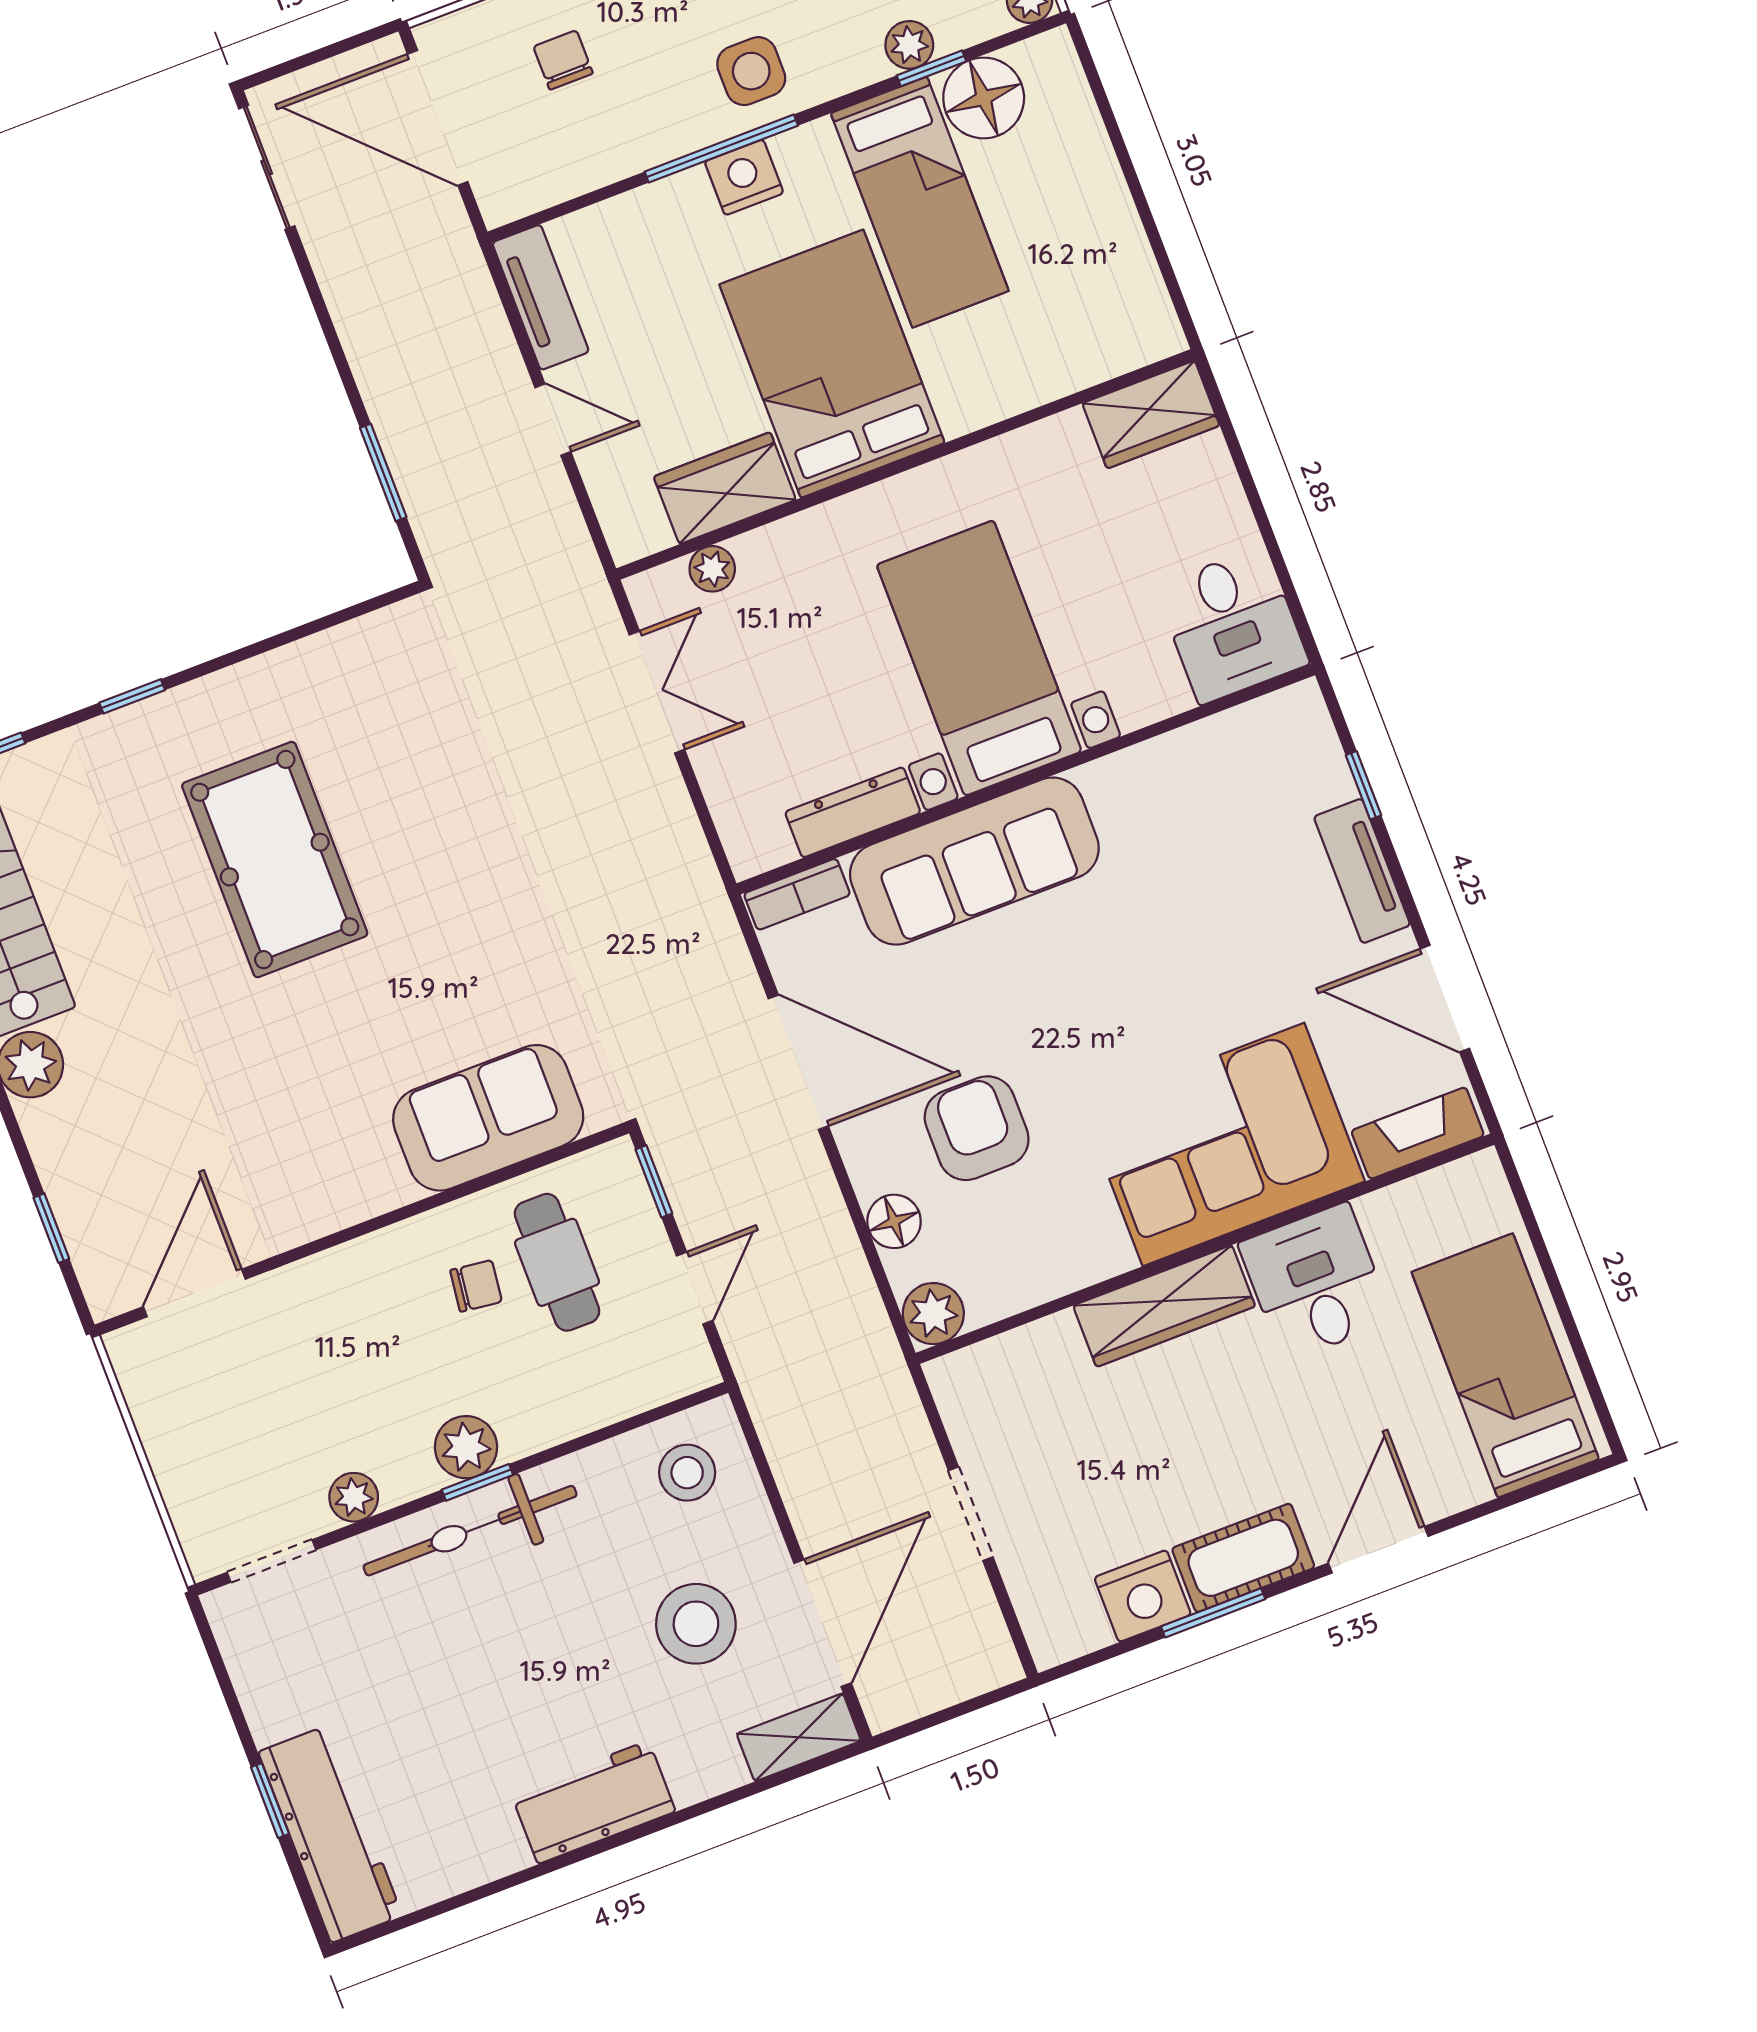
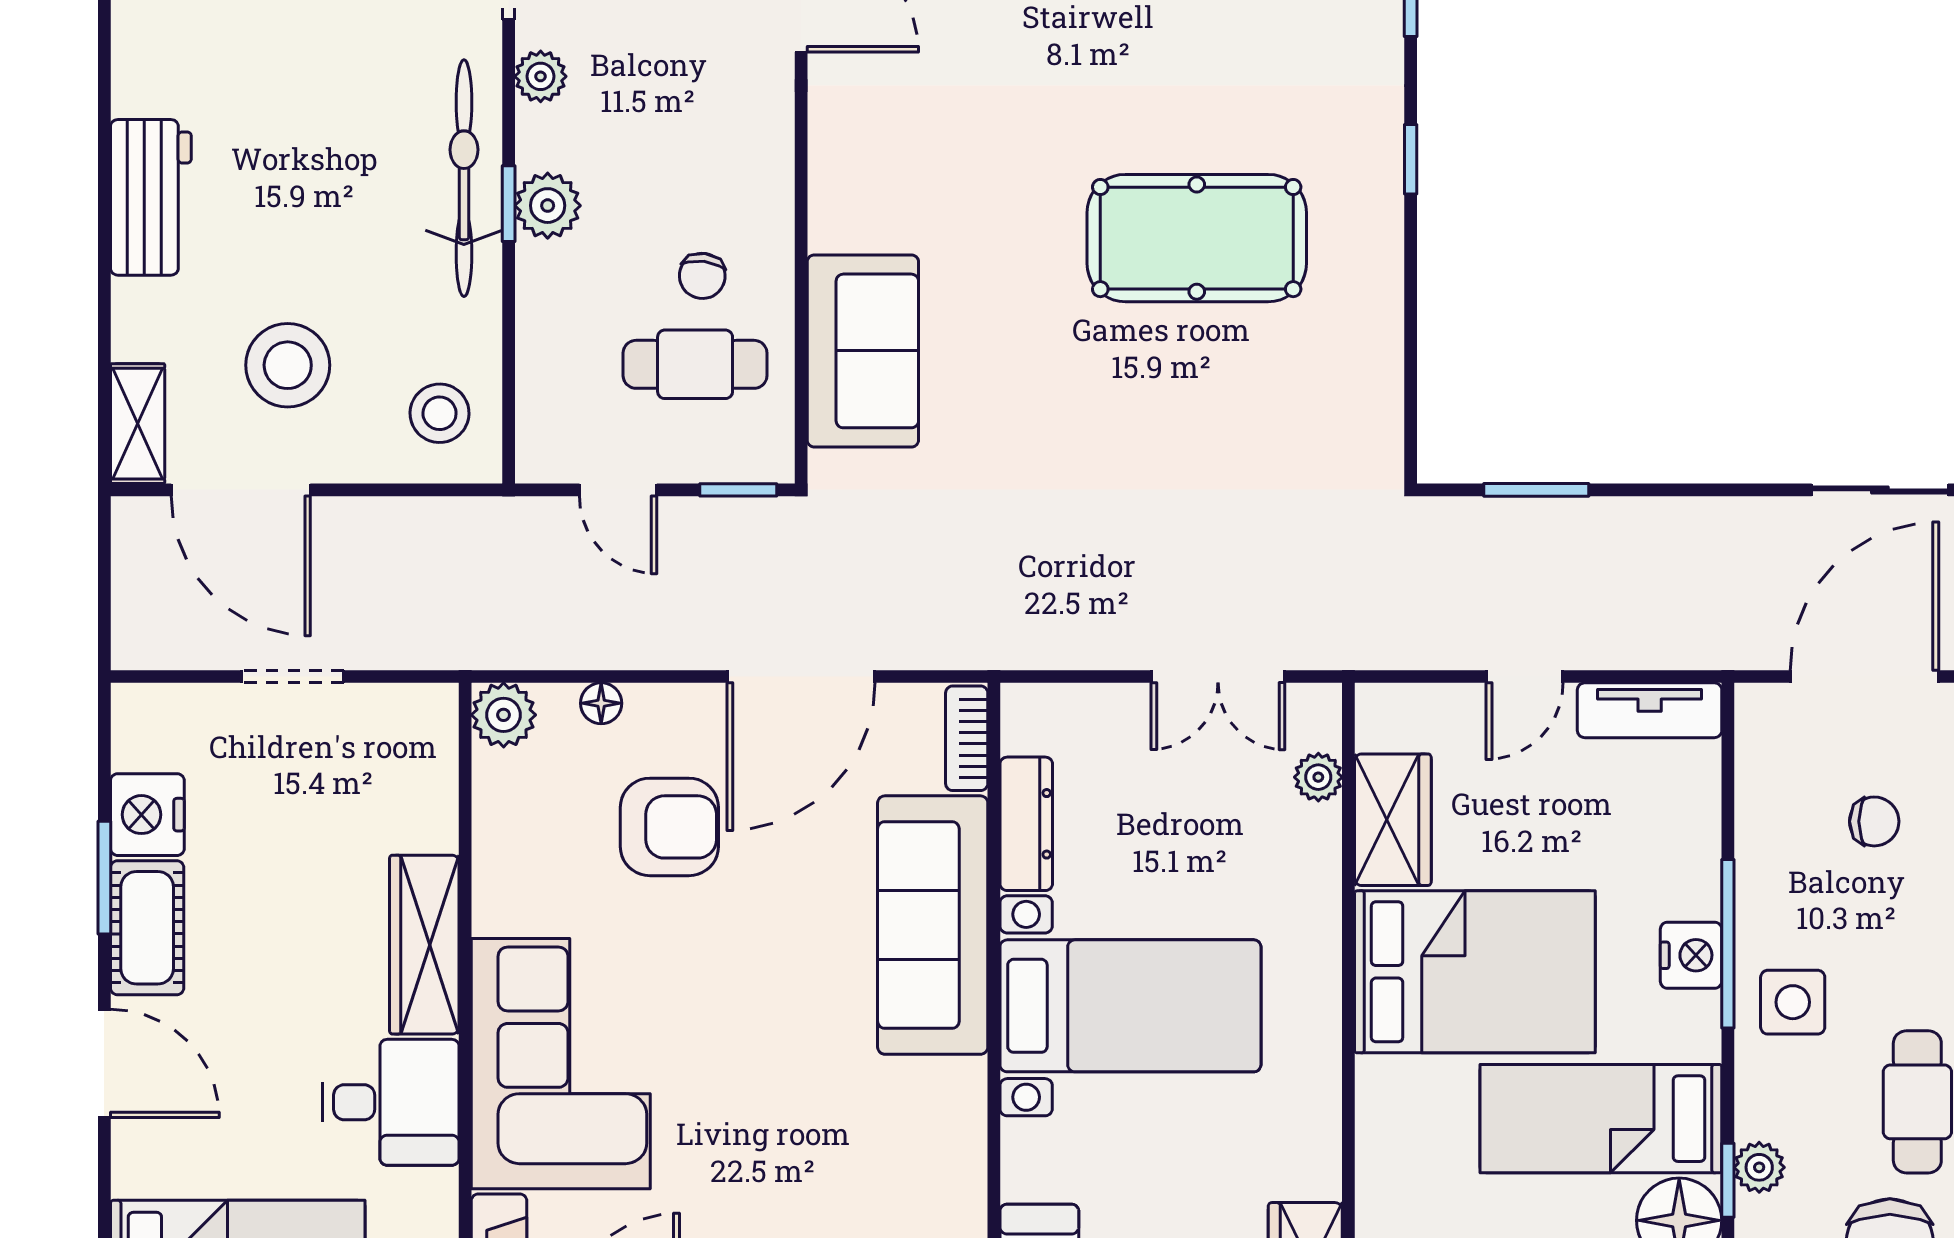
floor lamp: (894, 1221) -> (601, 703), width x0.73, depth x0.73

